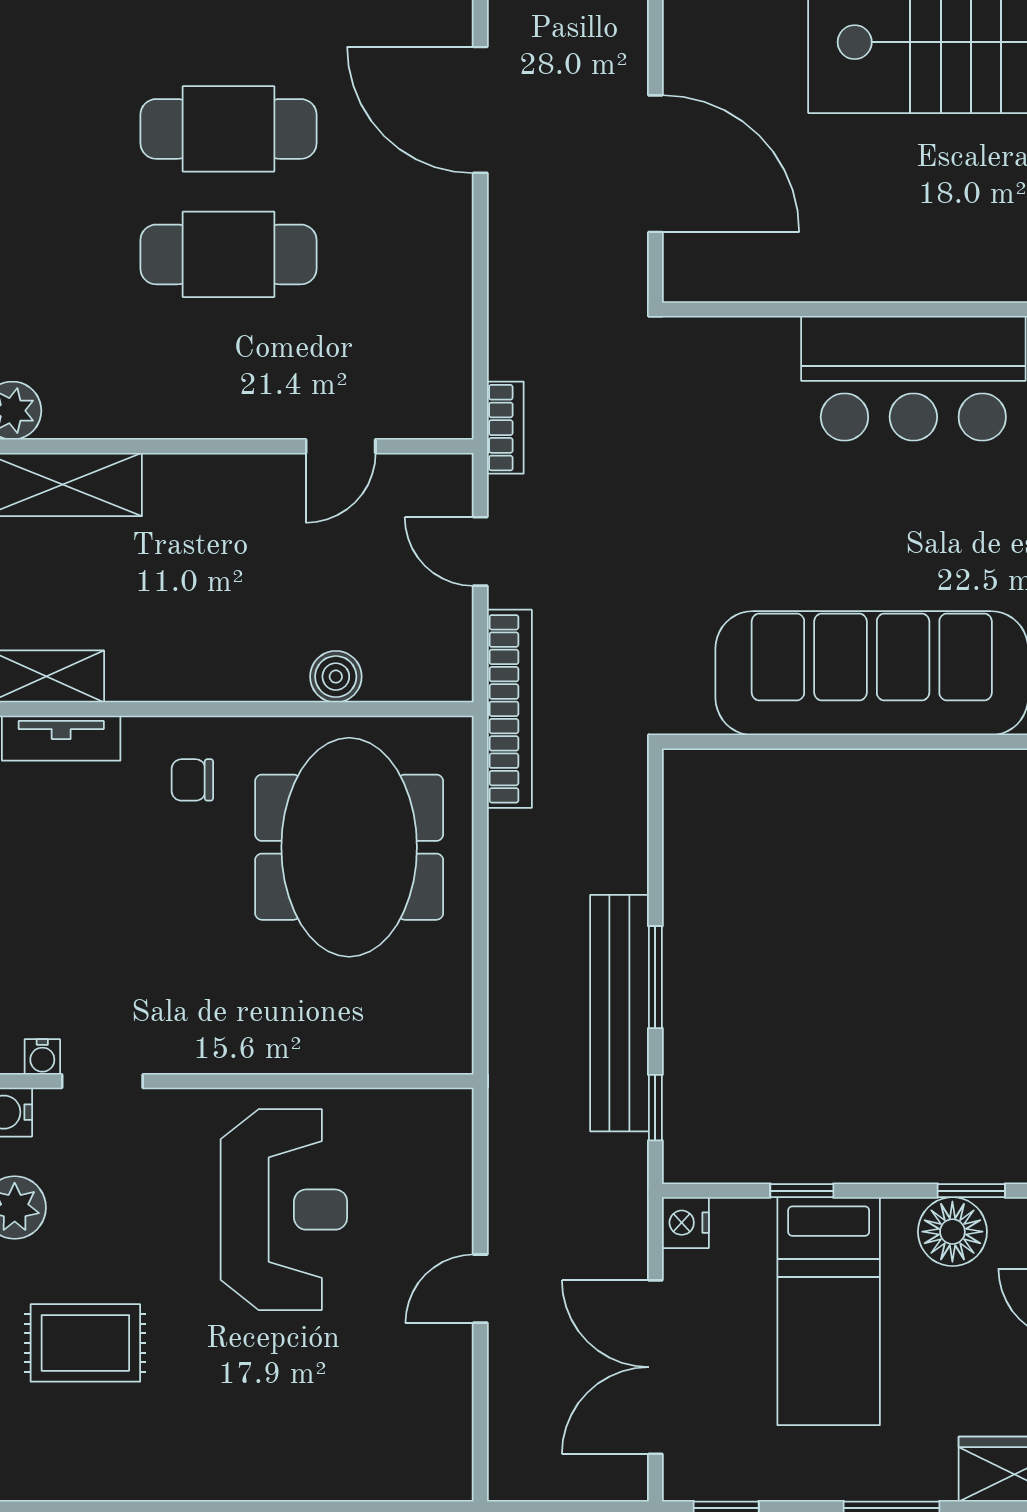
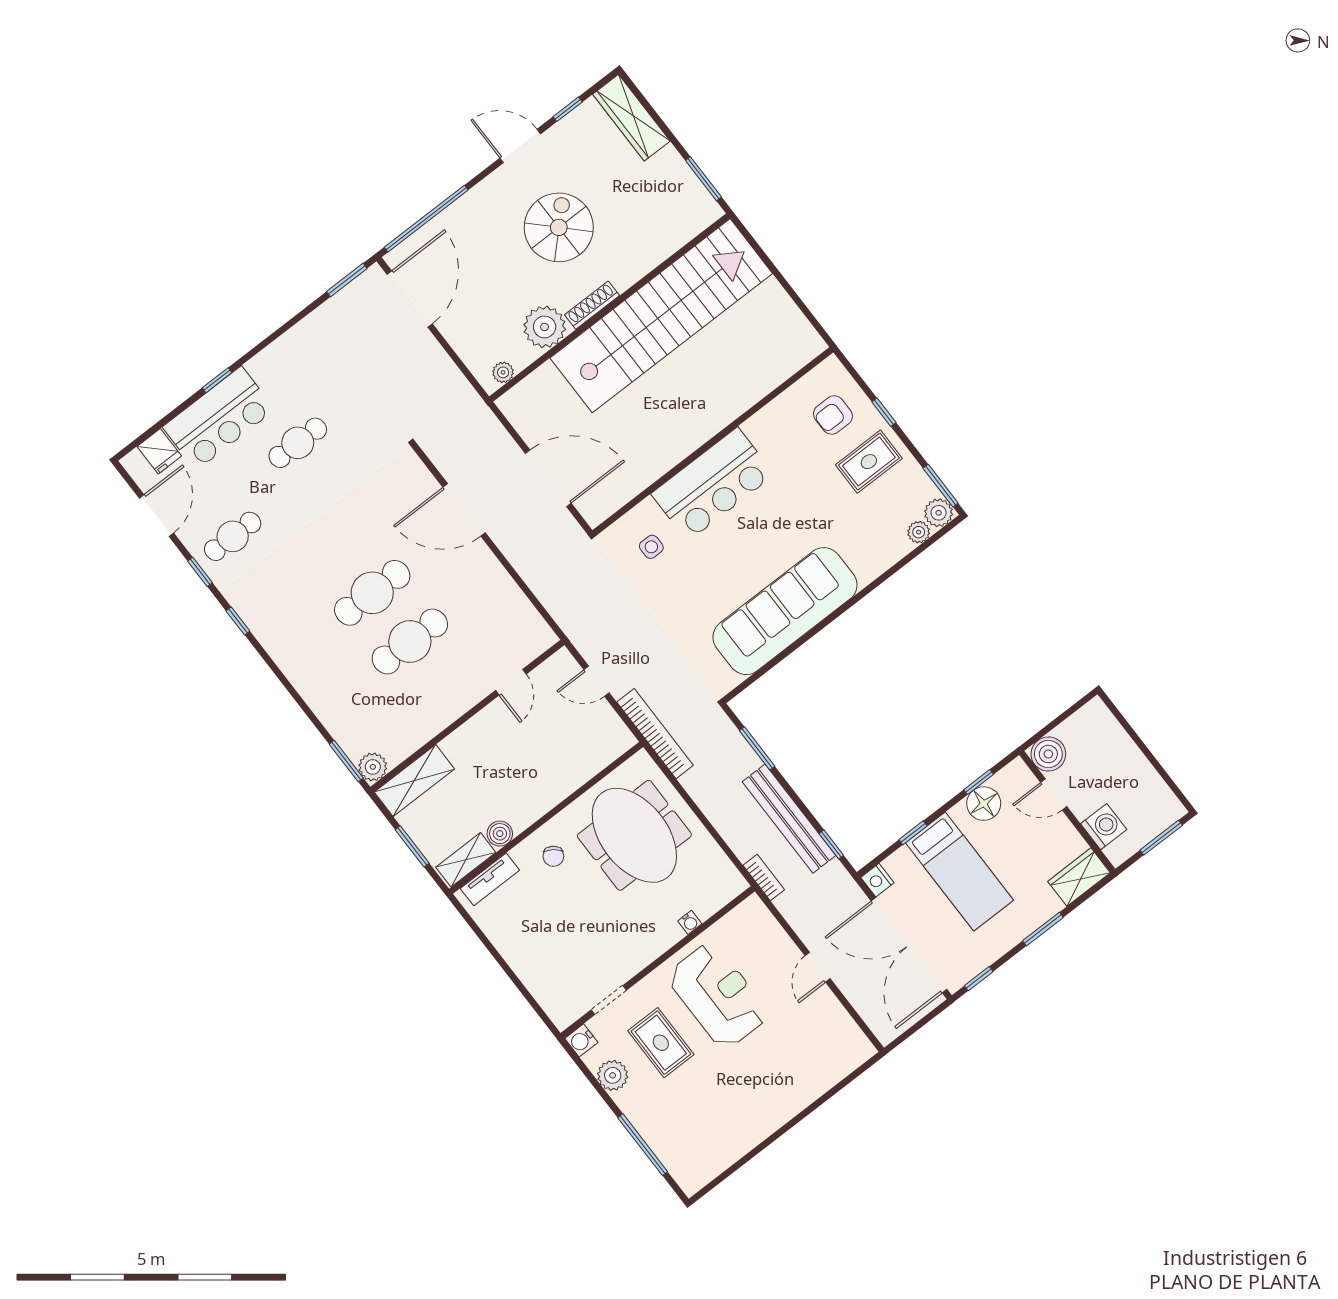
side table: (736, 403) -> (651, 547), added
bookcase: (505, 428) -> (764, 877), moved
boiler: (336, 677) -> (500, 834), moved
chair: (192, 780) -> (553, 856), turned -54
window: (655, 977) -> (757, 748), moved
water cooler: (42, 1057) -> (690, 922), moved
rug: (85, 1343) -> (661, 1043), moved, turned 90
double door: (655, 1367) -> (909, 945), width x1.36

